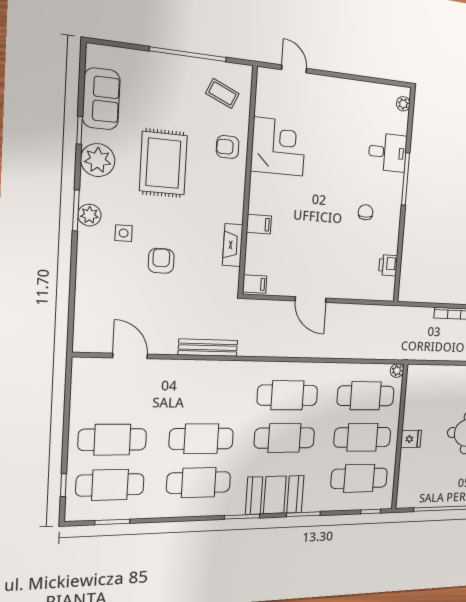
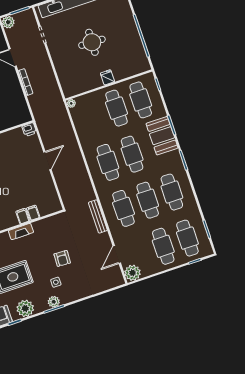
fireplace: (233, 245) -> (21, 232), moved
armchair: (161, 261) -> (62, 258), turned -87
printer: (388, 265) -> (29, 130), moved
filing cabinet: (255, 284) -> (33, 213), moved
door: (311, 299) -> (47, 161), moved
plant: (86, 372) -> (133, 273), added
cafe table: (366, 396) -> (123, 208), moved
booth: (275, 495) -> (162, 136), moved

